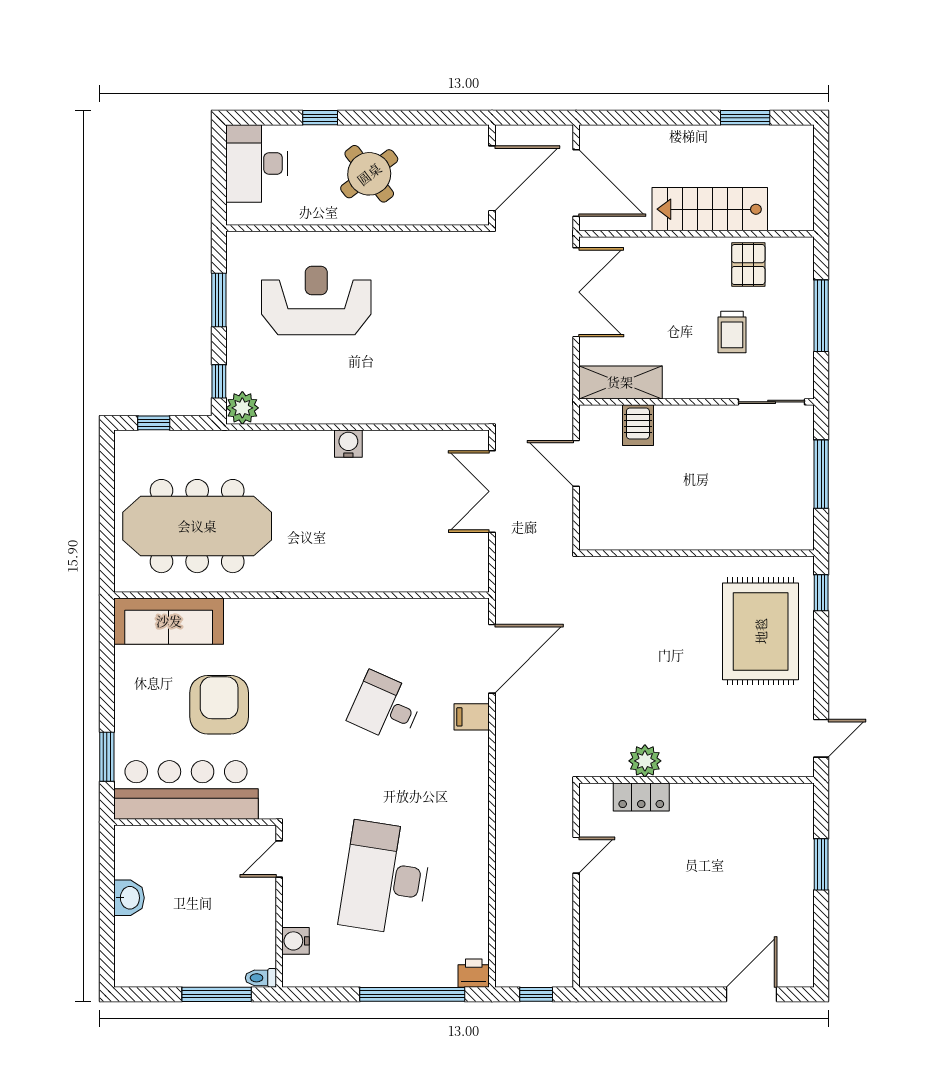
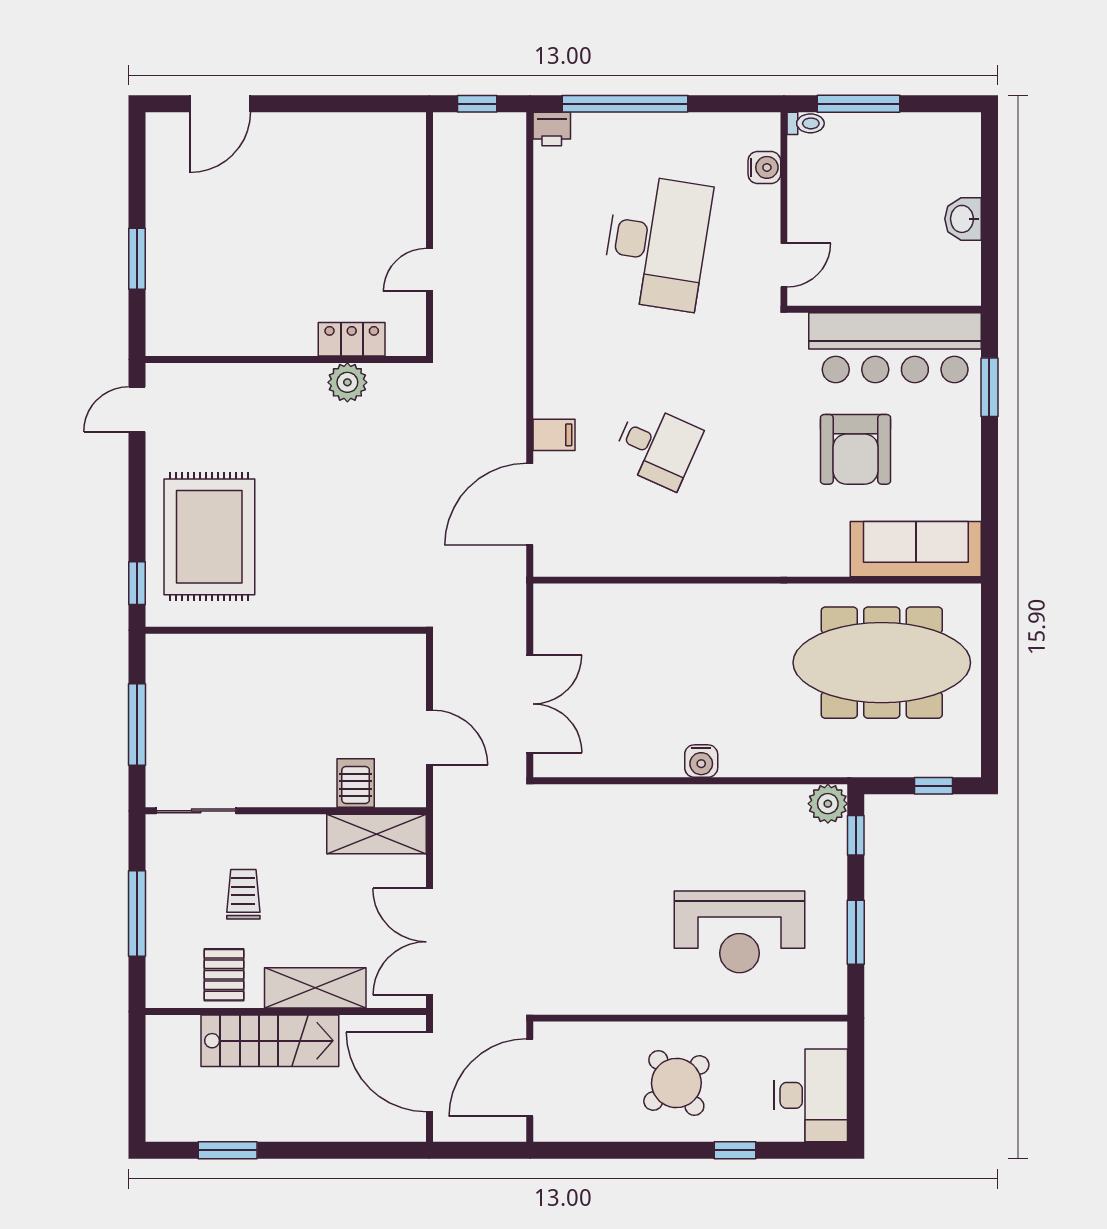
shelving: (672, 254) -> (315, 988), added

